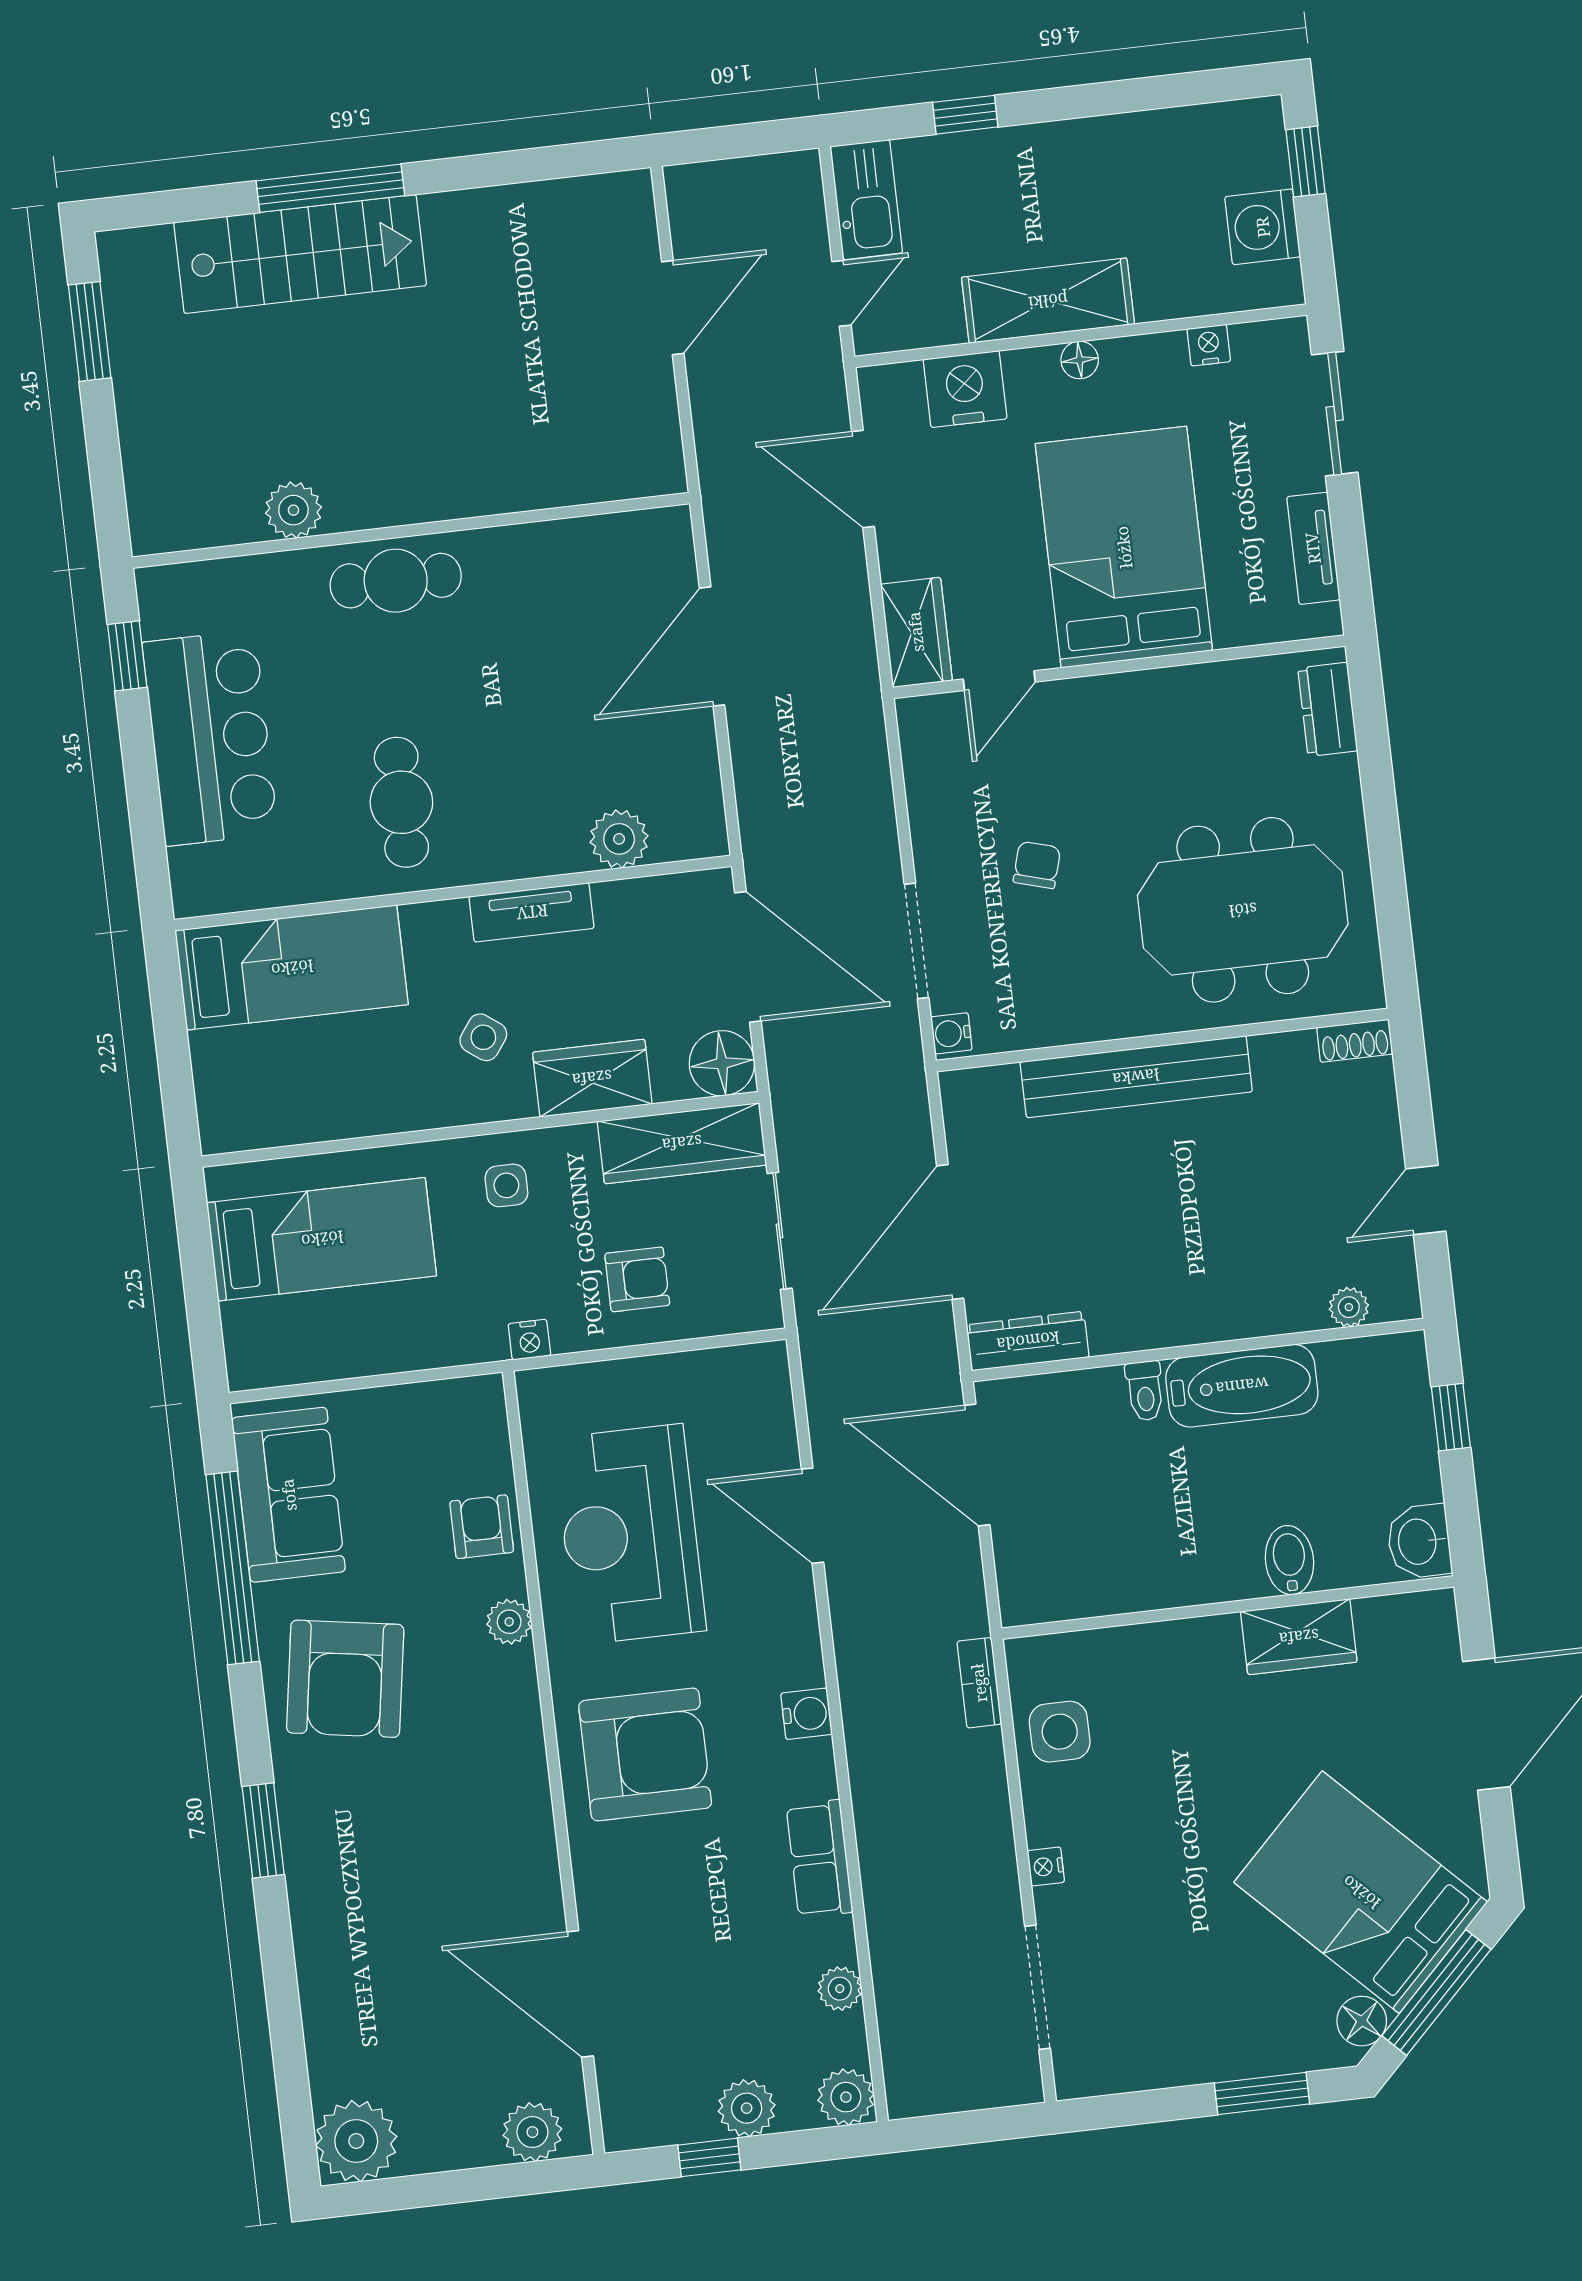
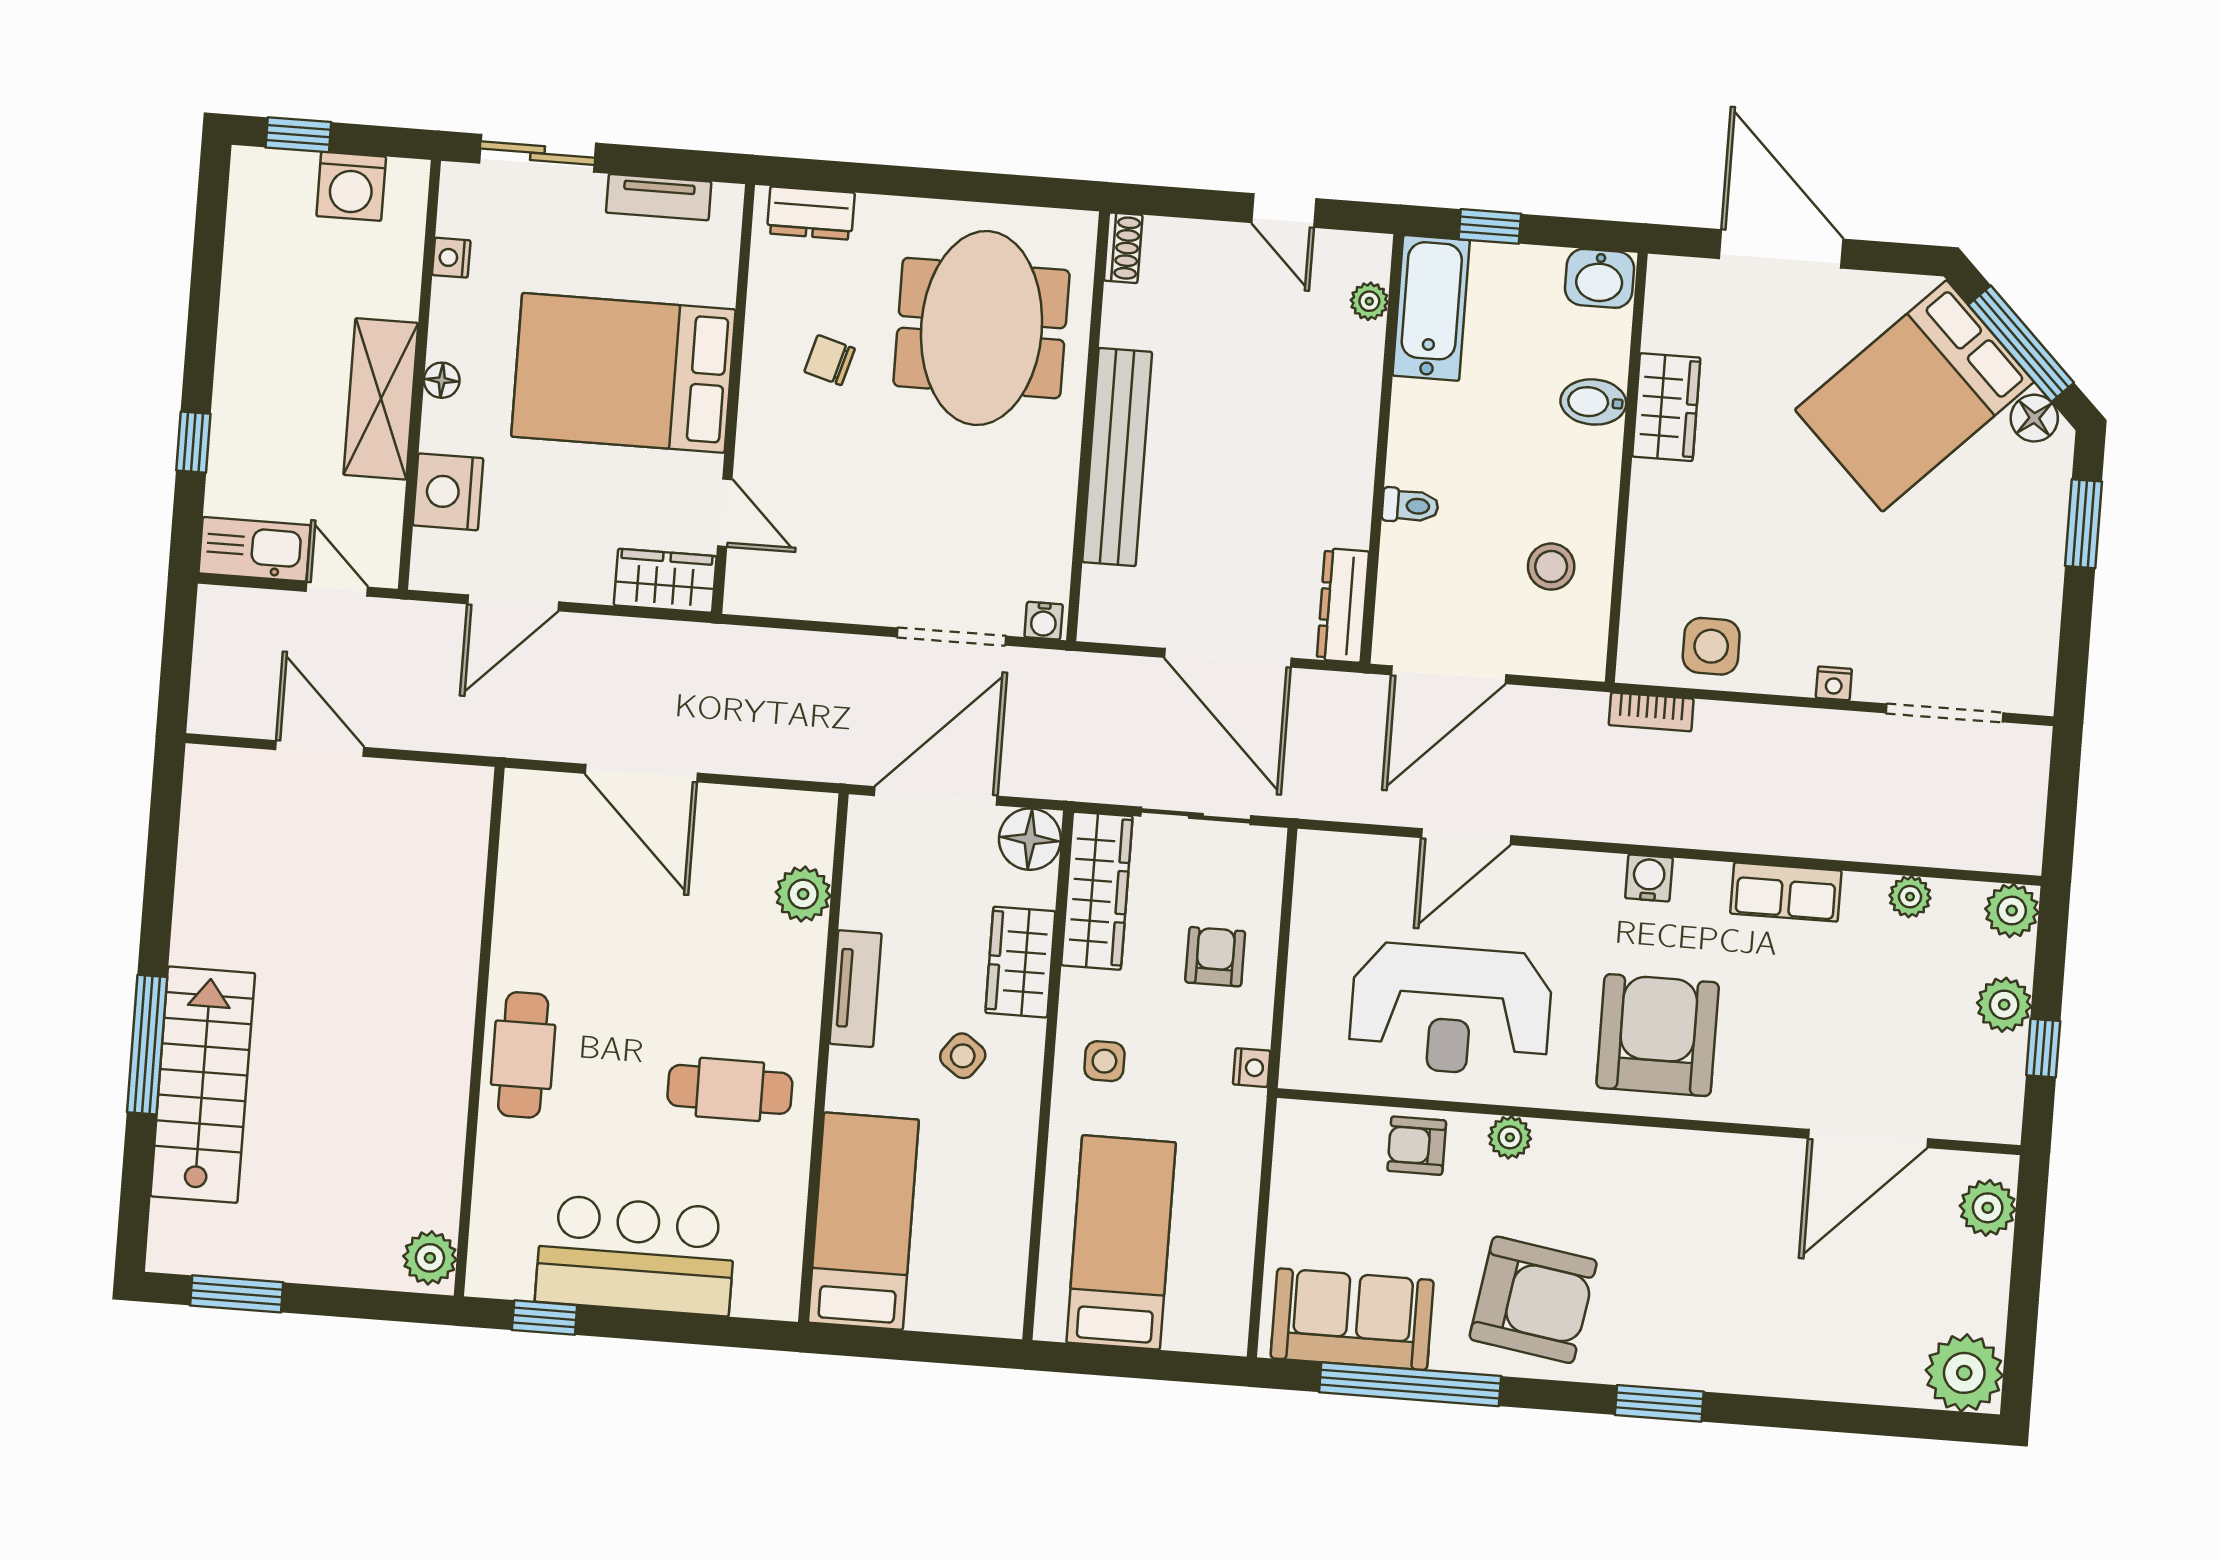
plant: (293, 510) -> (430, 1258), moved
chair: (1037, 865) -> (830, 360), moved
bathtub: (1242, 1386) -> (1431, 308), moved
stool: (1110, 1549) -> (1551, 567), added

